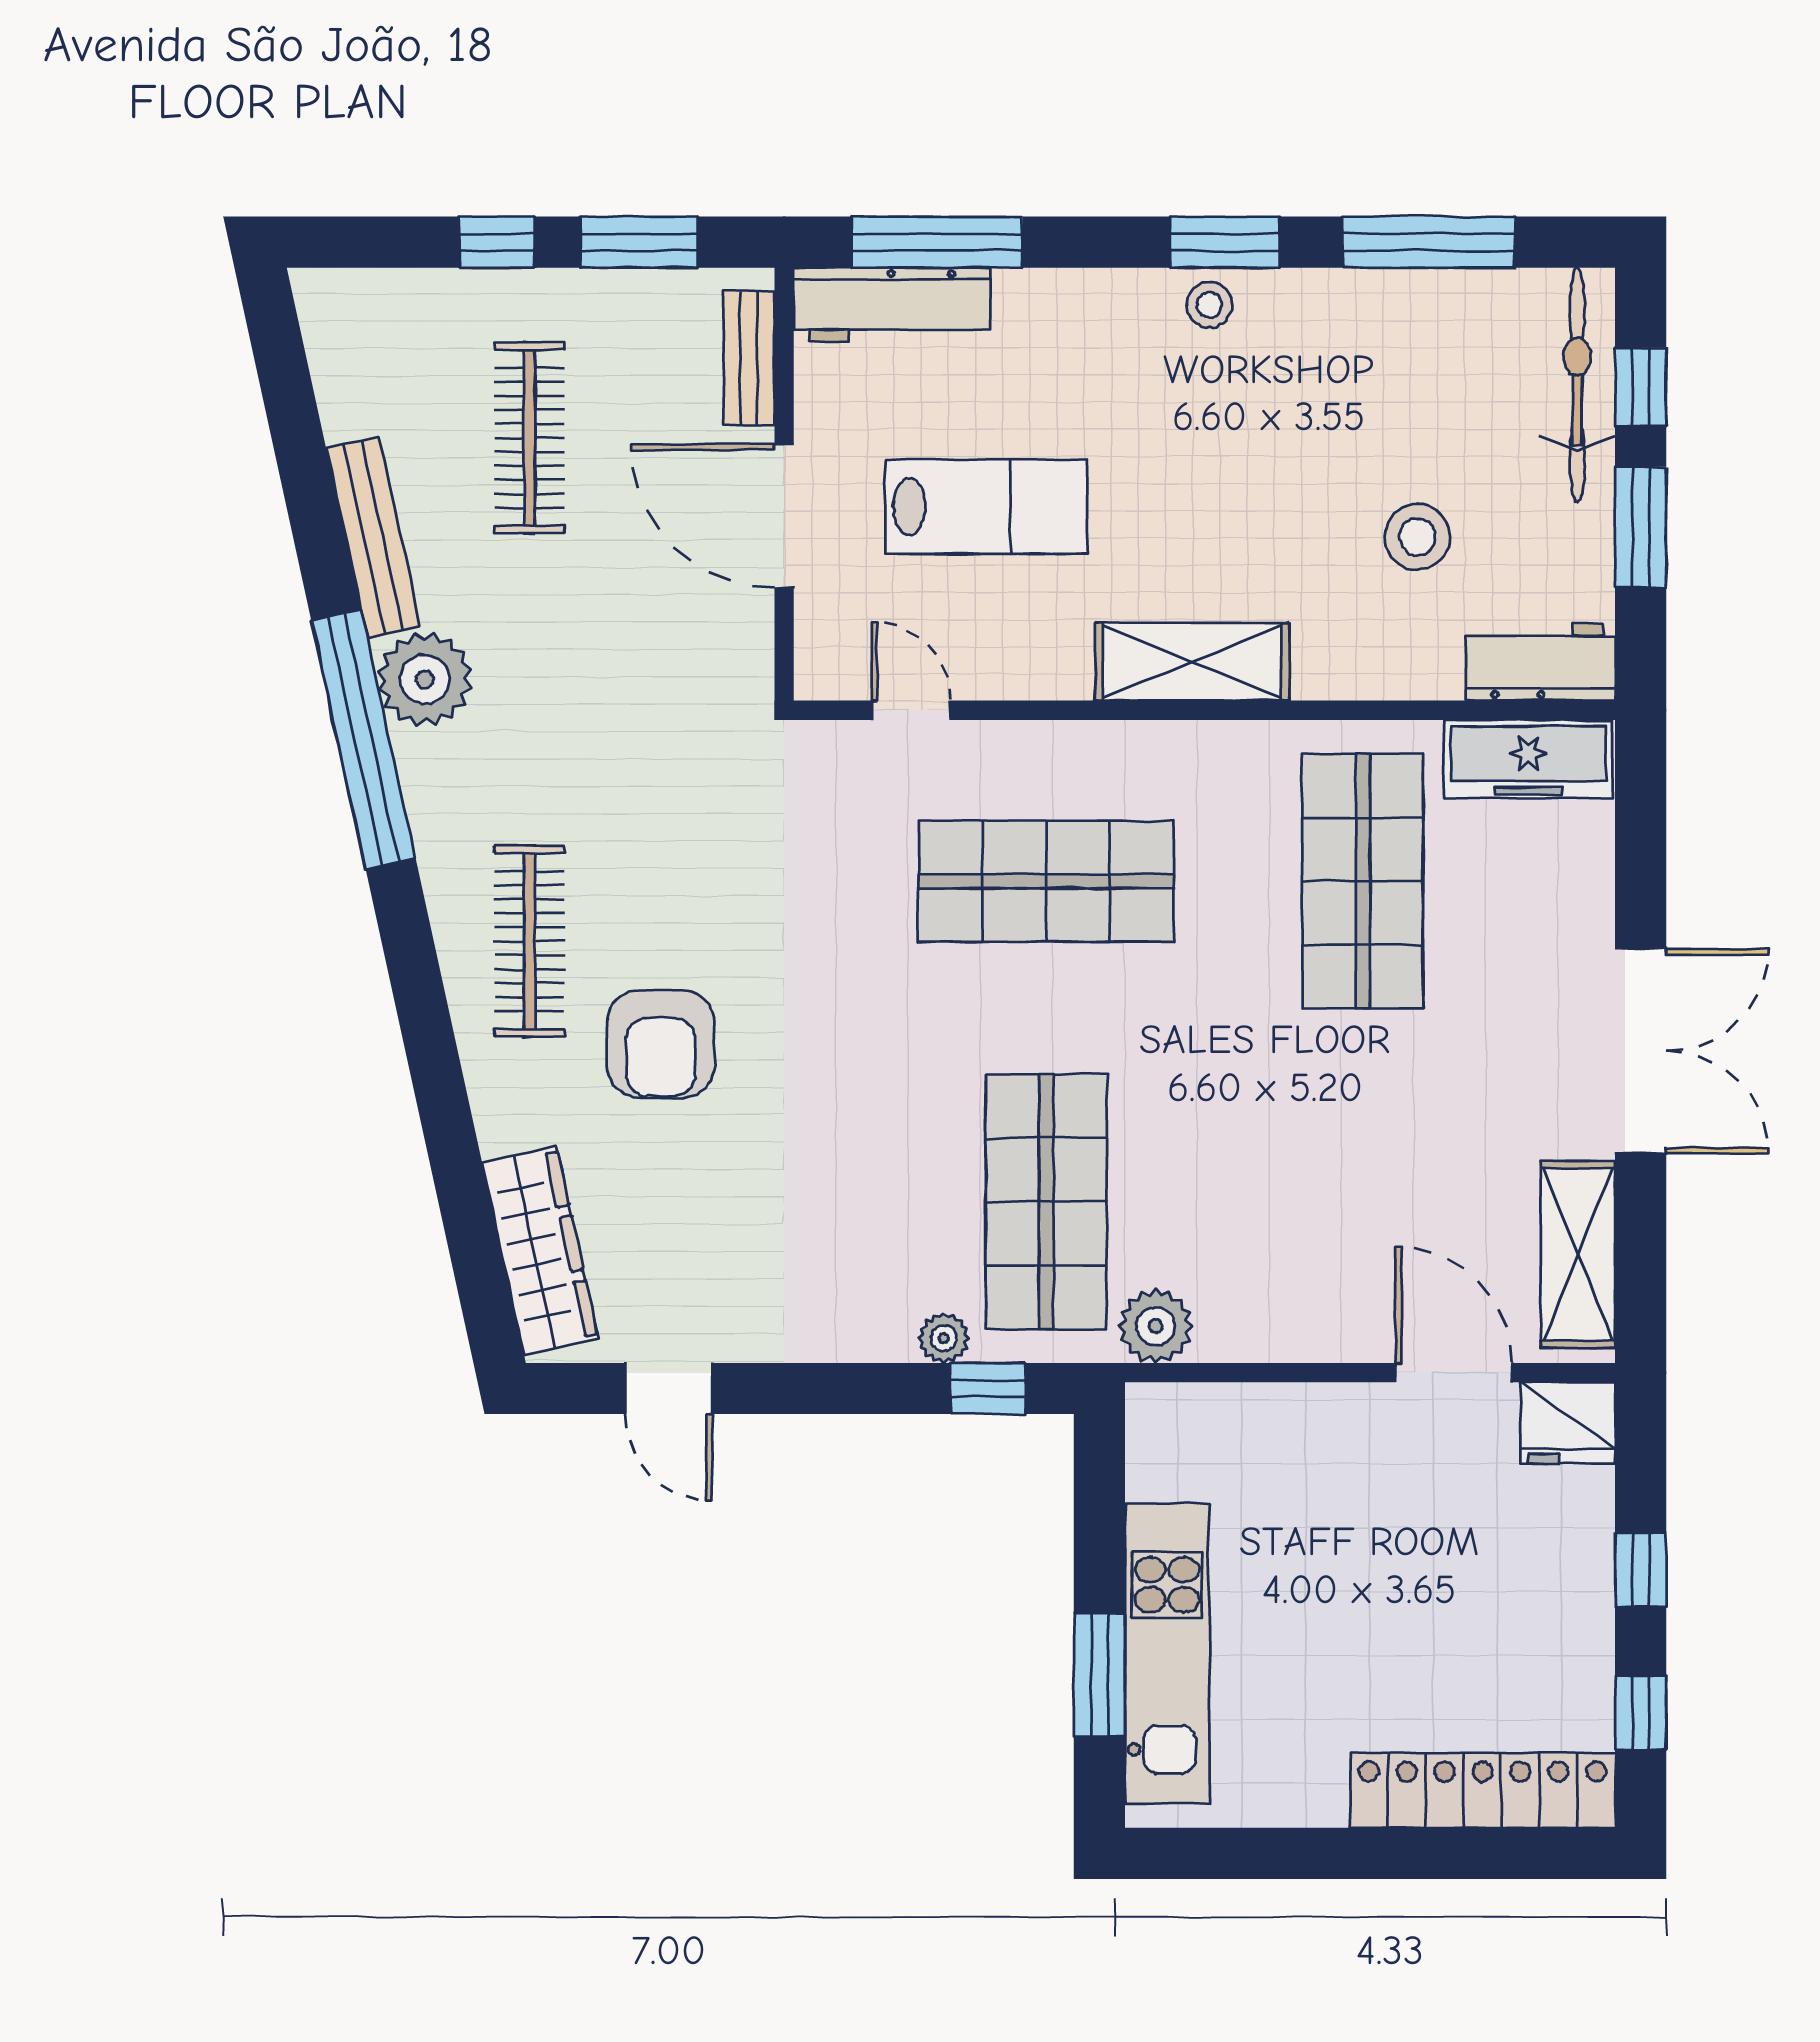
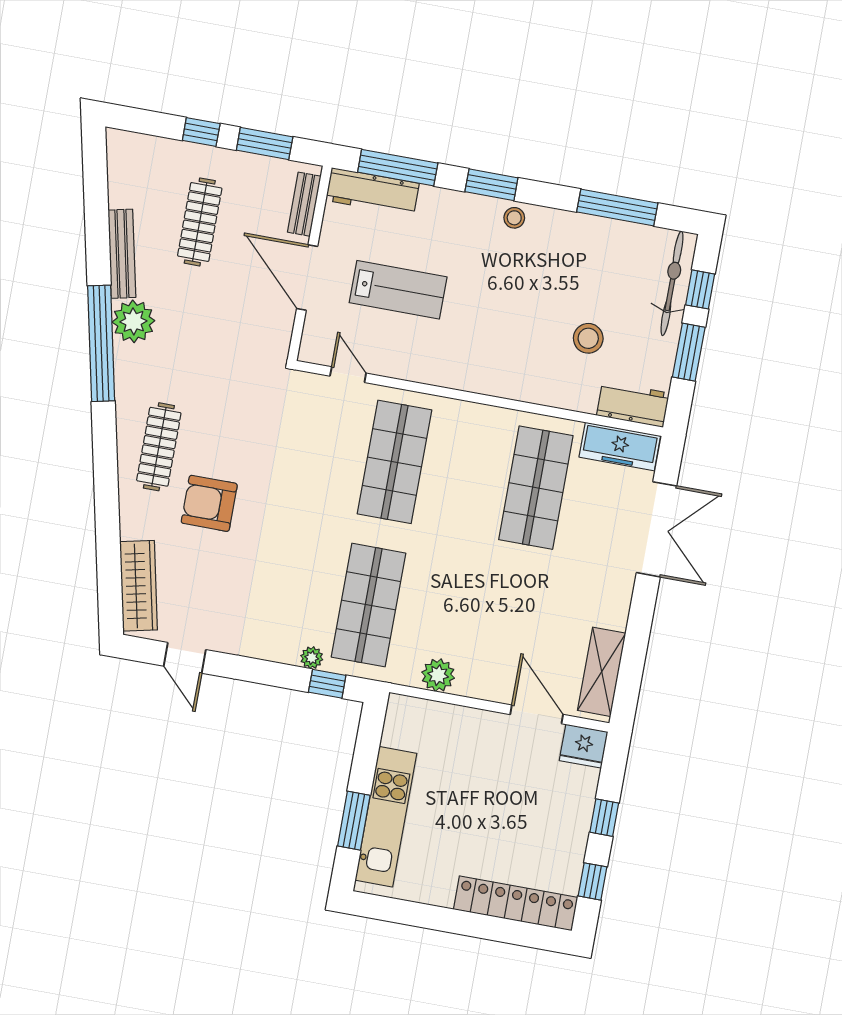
window: (1225, 242) -> (491, 185), moved
shelving: (1192, 662) -> (478, 376), removed
shop shelf: (1046, 881) -> (395, 462), turned 90
armchair: (661, 1044) -> (209, 503), turned 90
double door: (1641, 1051) -> (657, 529), moved
plant: (1156, 1326) -> (438, 675), moved

